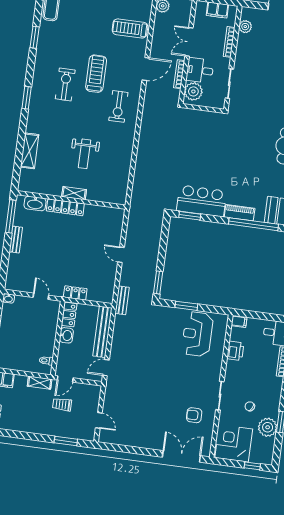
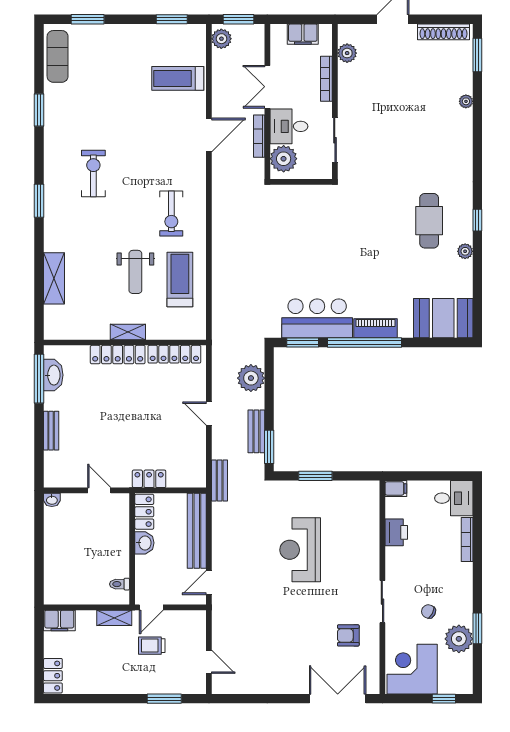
treadmill: (96, 74) -> (180, 279), moved
exercise bike: (118, 106) -> (171, 213), moved
washbasin: (35, 204) -> (53, 375), moved, turned -90
locker: (103, 212) -> (174, 354), added
window: (253, 224) -> (364, 343), moved
plant: (152, 235) -> (251, 378), added
bench: (16, 240) -> (51, 431), moved
bench: (151, 271) -> (256, 431), added
reception desk: (197, 334) -> (300, 550), moved

